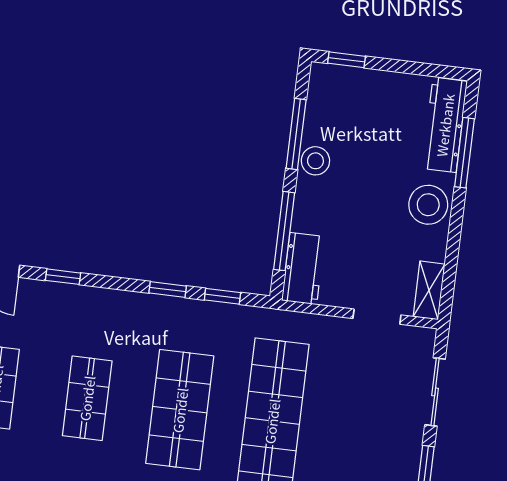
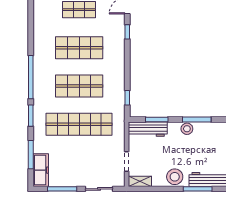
window: (284, 231) -> (157, 120), width x0.69
workbench: (303, 269) -> (148, 129), width x1.38
window: (168, 290) -> (127, 75), removed
shop shelf: (87, 398) -> (79, 48), width x1.43, depth x1.36

